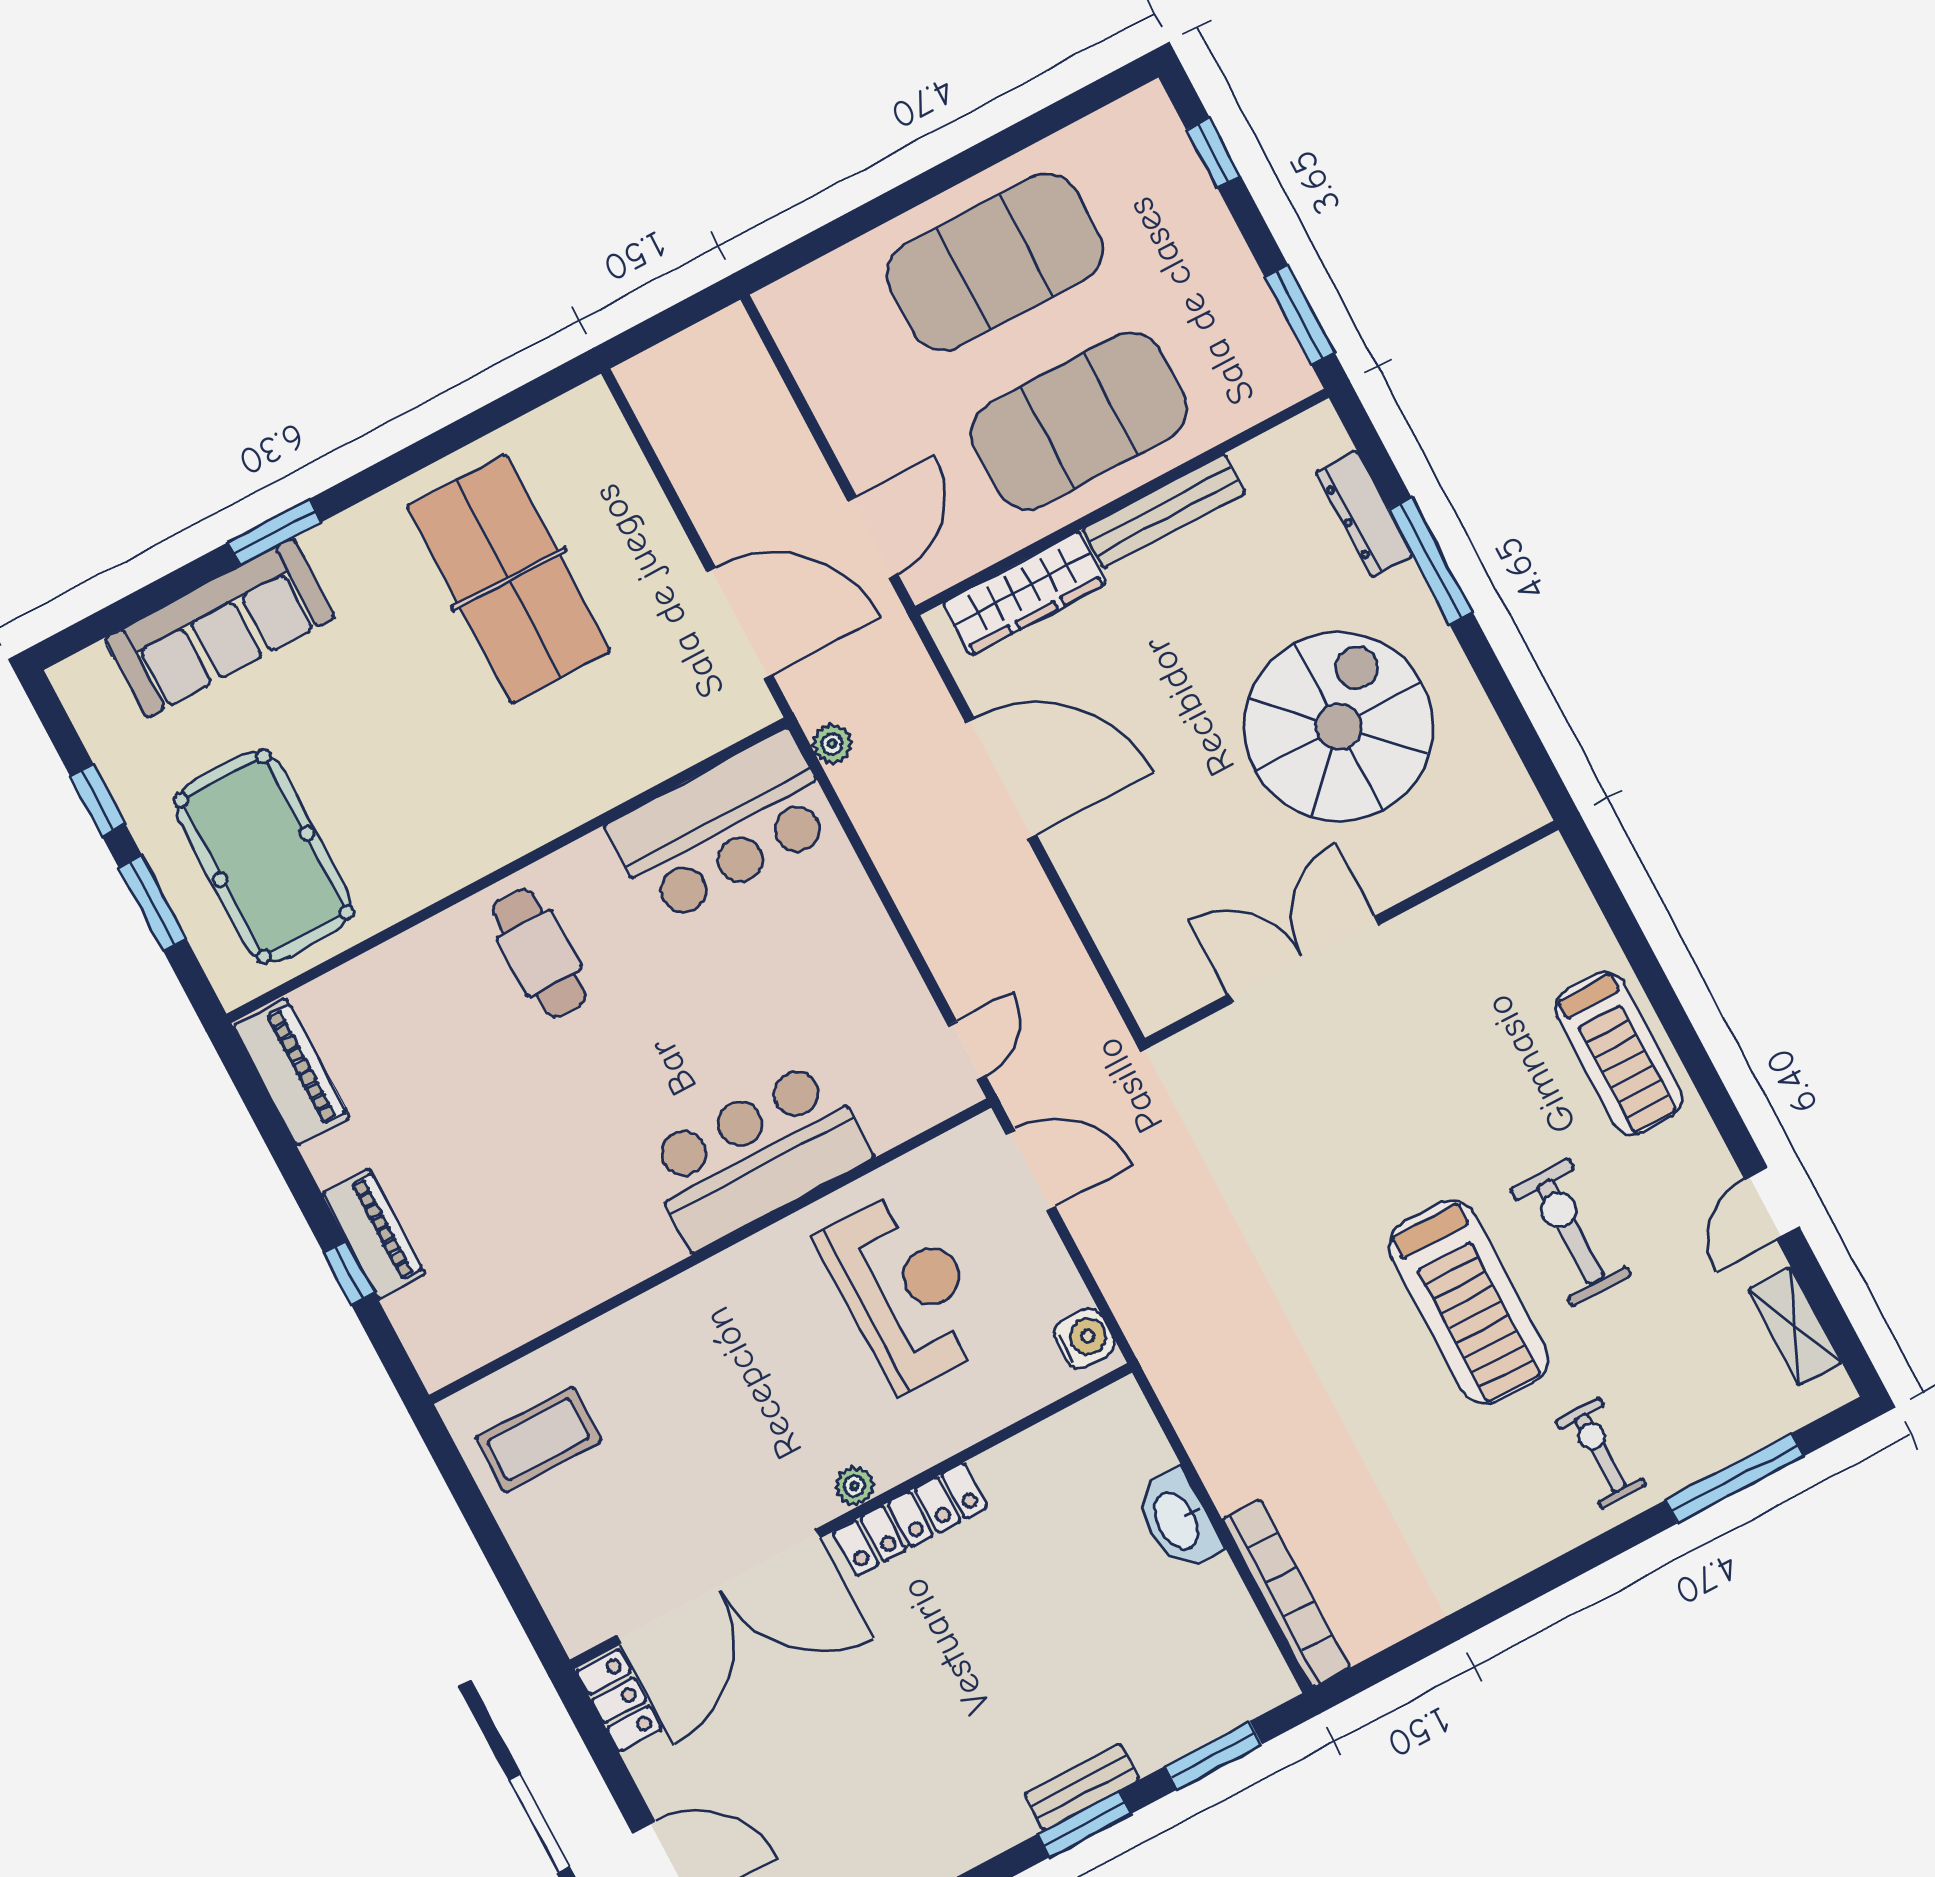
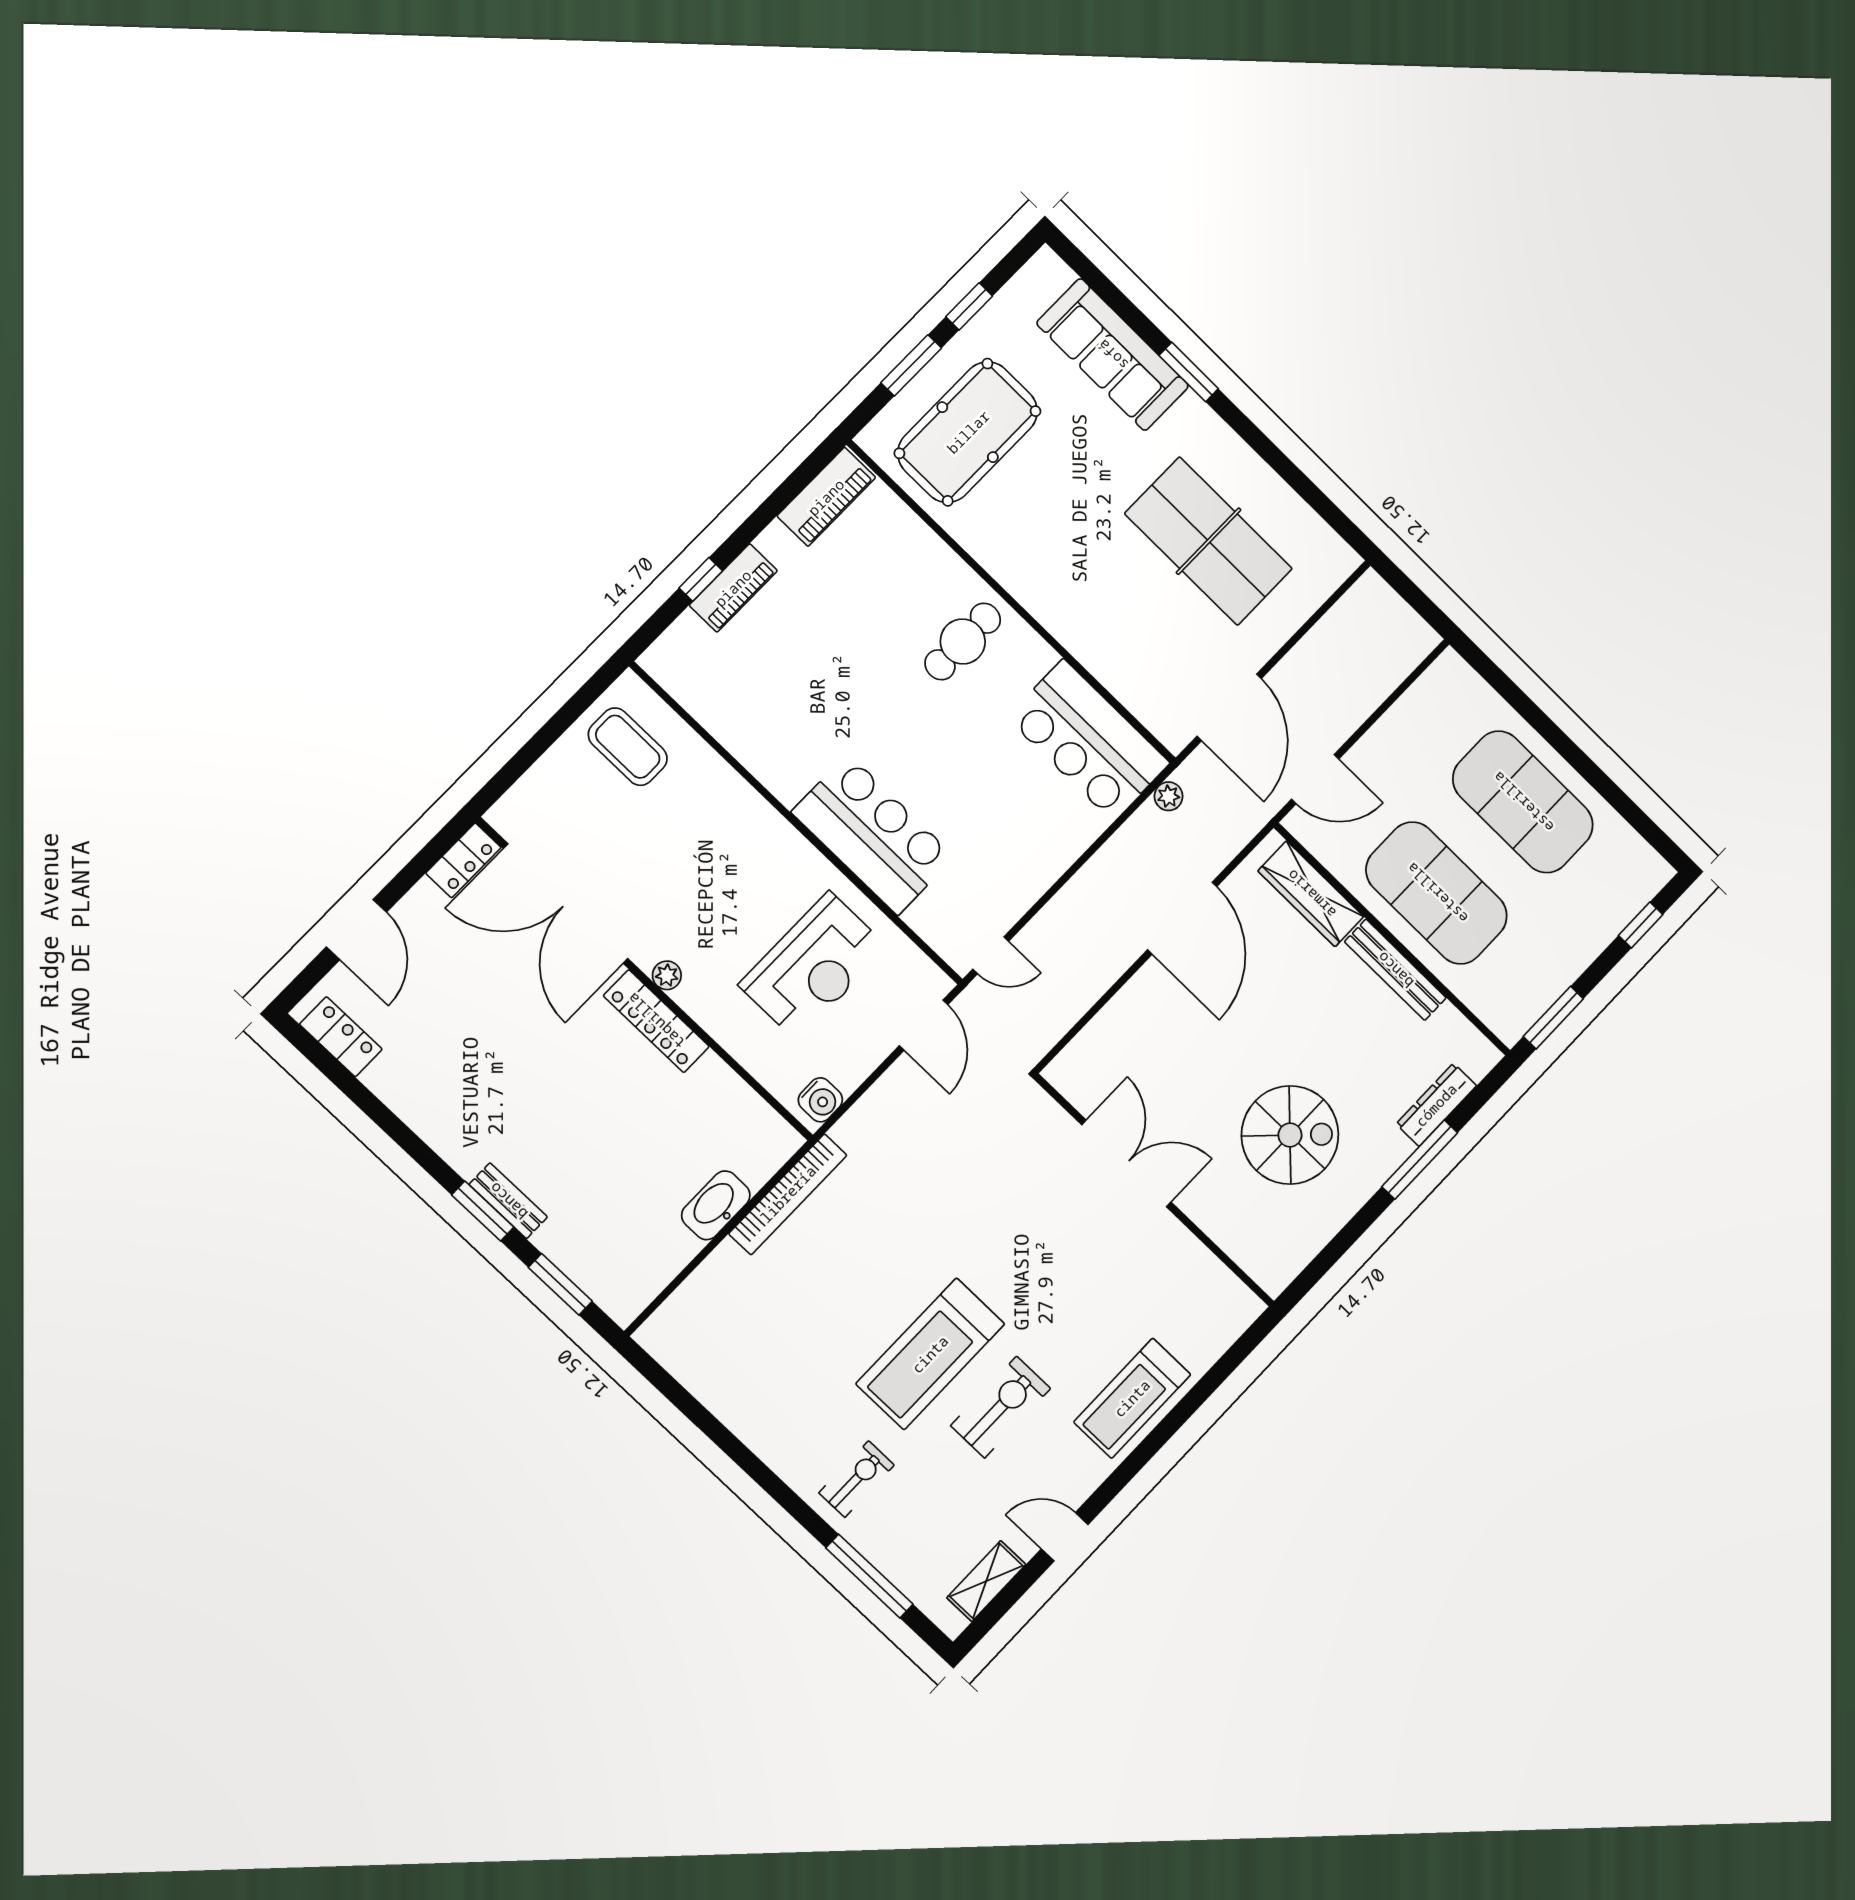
table tennis table: (509, 579) -> (1209, 541), turned 90
spiral stairs: (1339, 727) -> (1290, 1135), width x0.73, depth x0.73
bookcase: (1286, 1593) -> (788, 1194), moved

